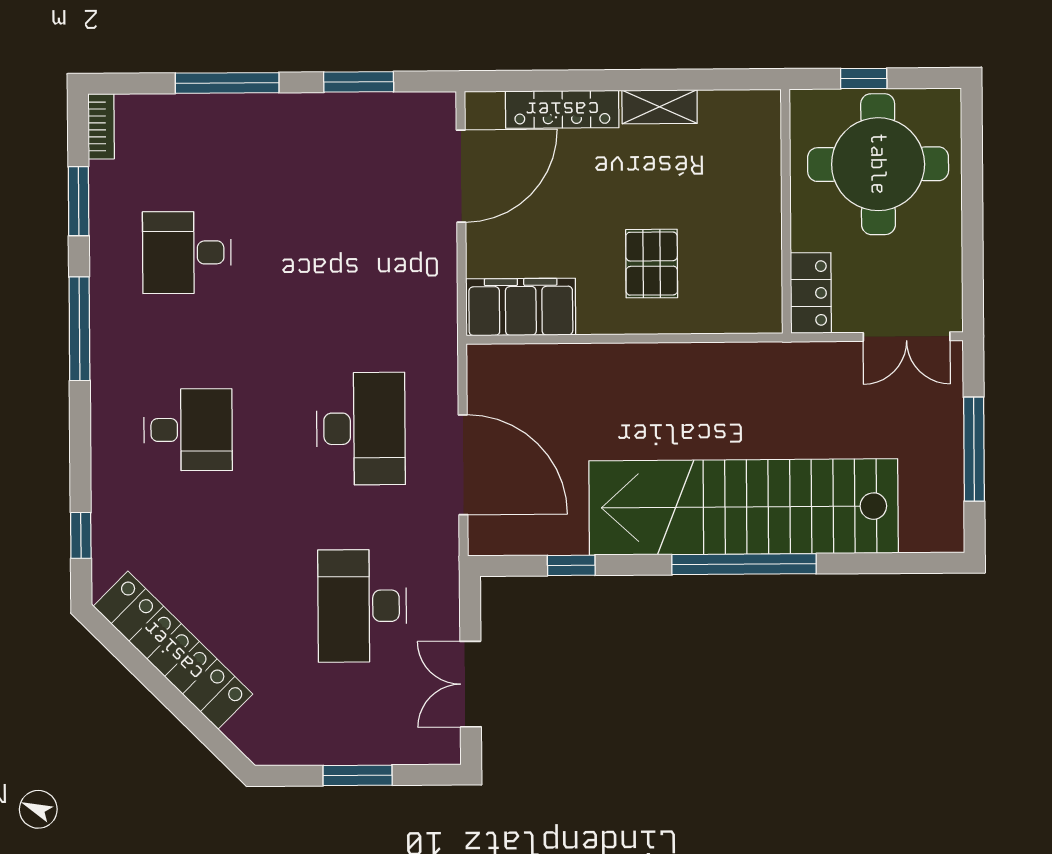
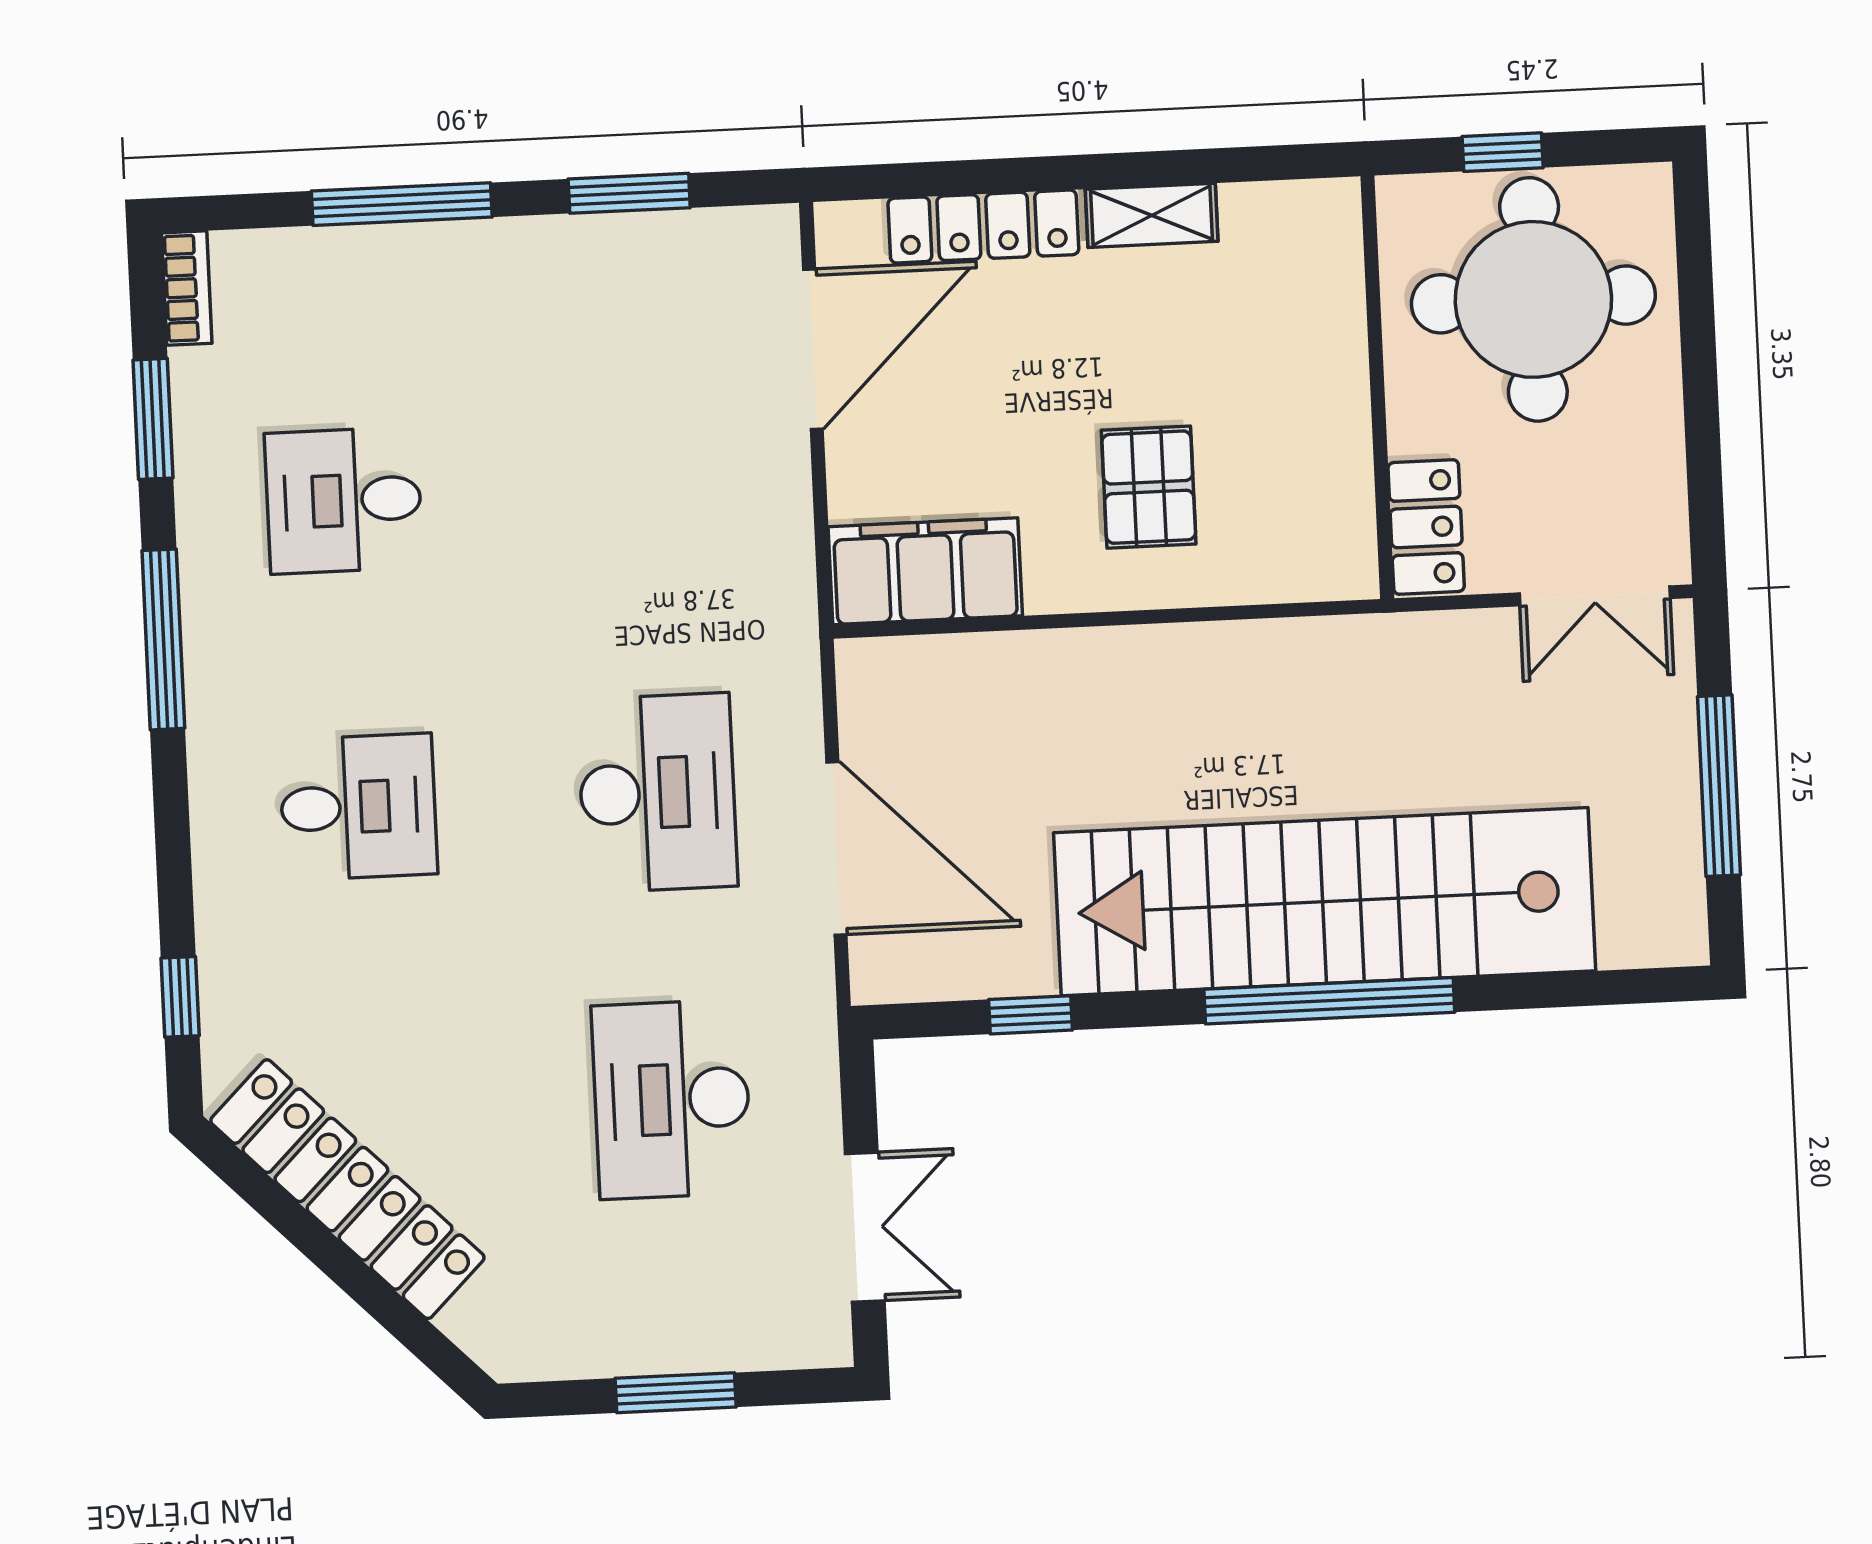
double door: (471, 684) -> (865, 1227), swing flipped

